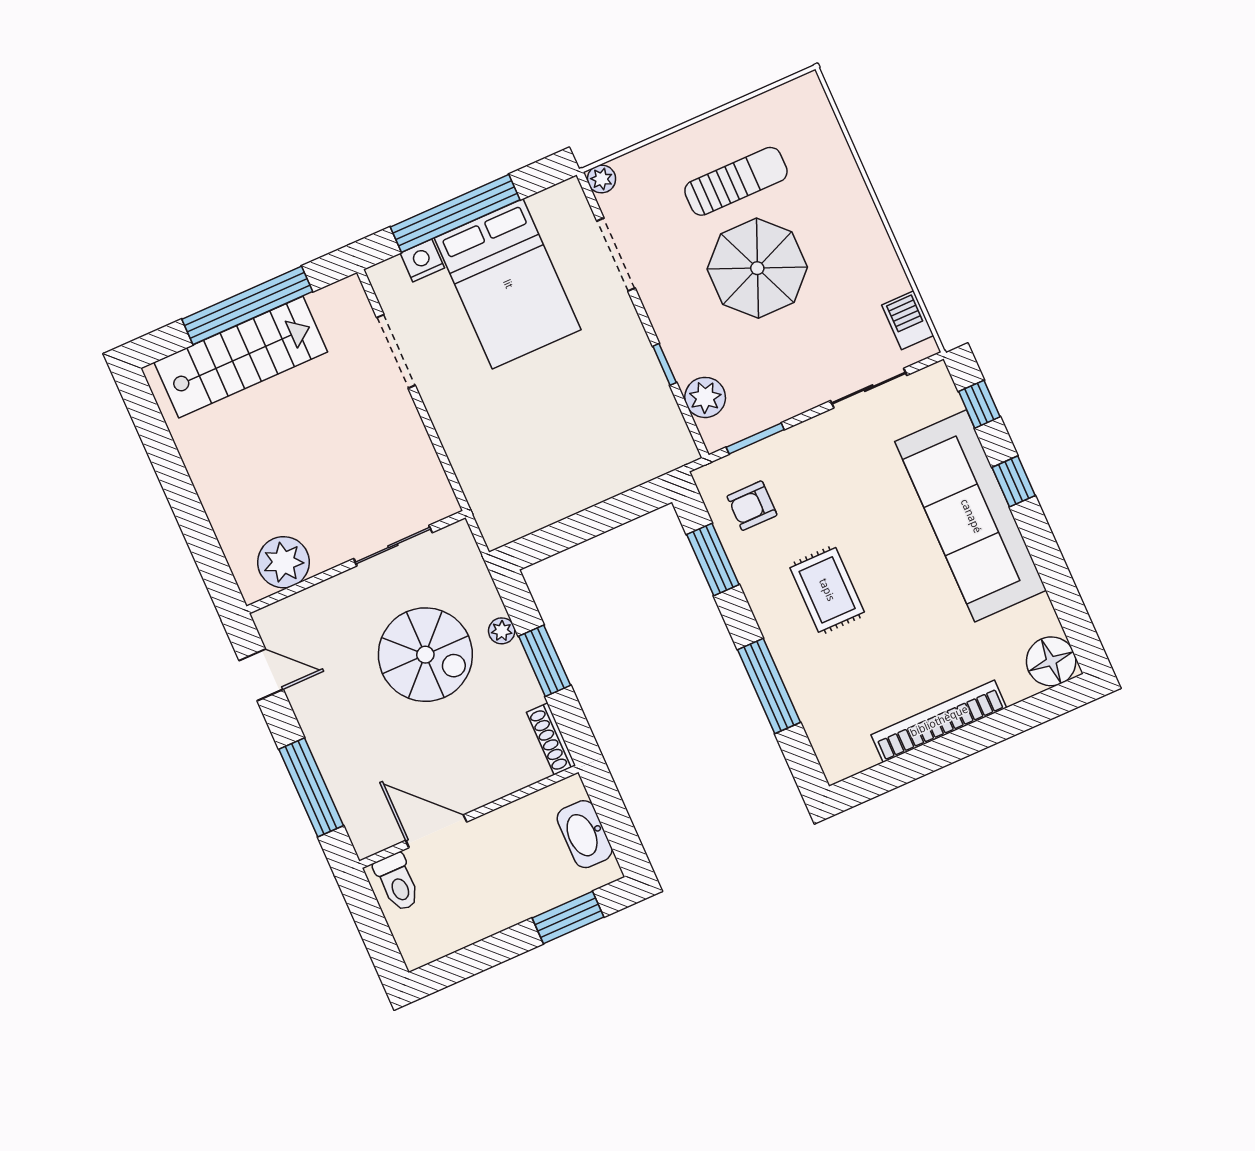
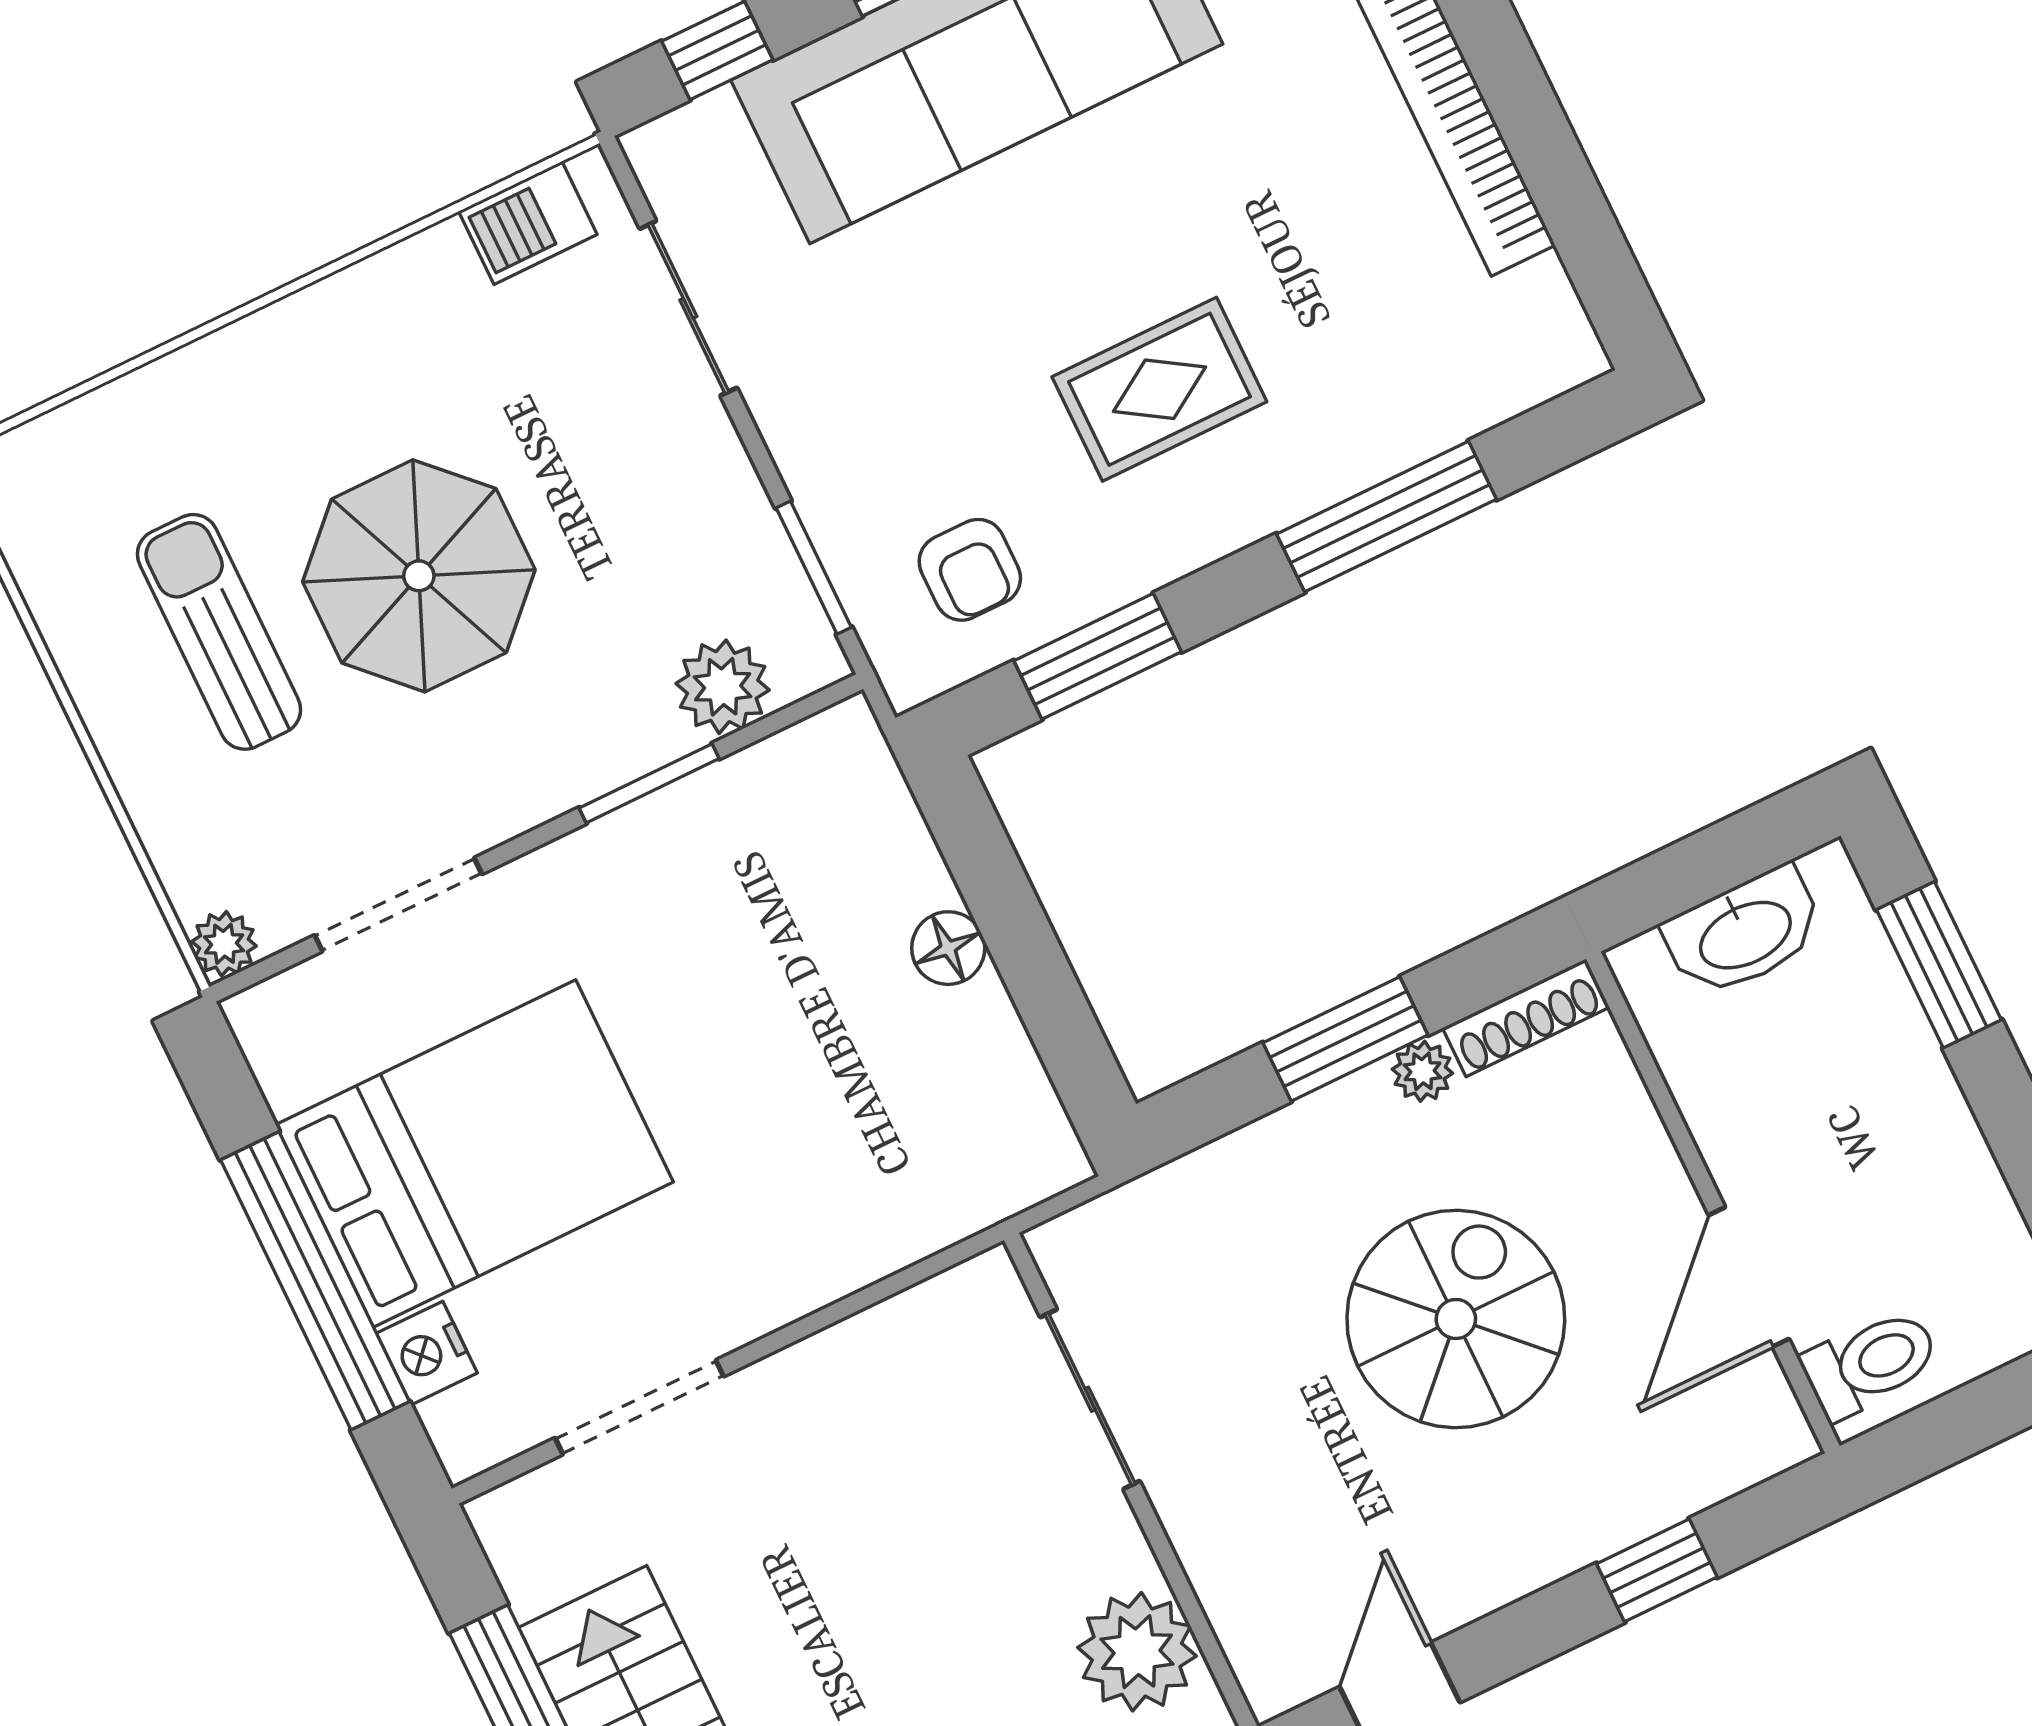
window: (665, 364) -> (649, 783), width x1.50
floor lamp: (589, 491) -> (948, 948), added
plant: (502, 631) -> (1422, 1071), moved
spiral stairs: (425, 655) -> (1456, 1319), moved
window: (311, 787) -> (1657, 1570), width x0.46

